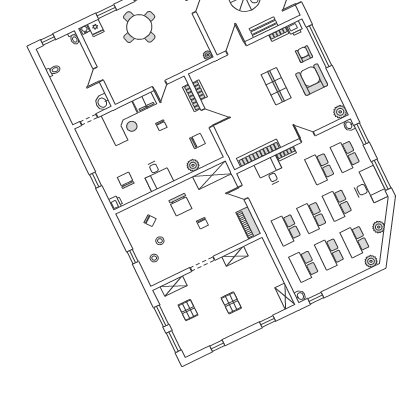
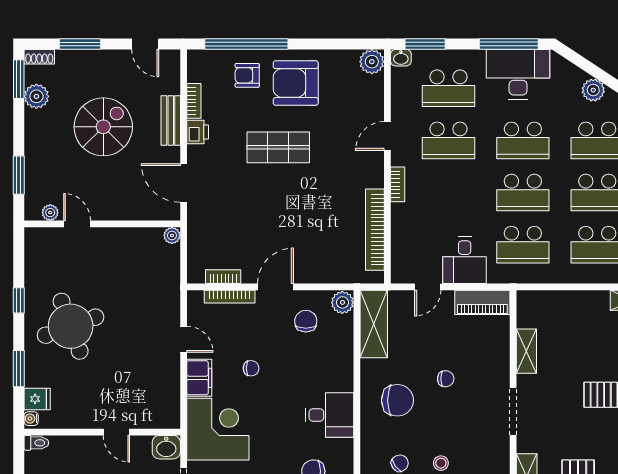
printer: (295, 28) -> (198, 132), moved
plant: (193, 165) -> (342, 302), moved
desk: (270, 171) -> (465, 260), moved, turned -90

